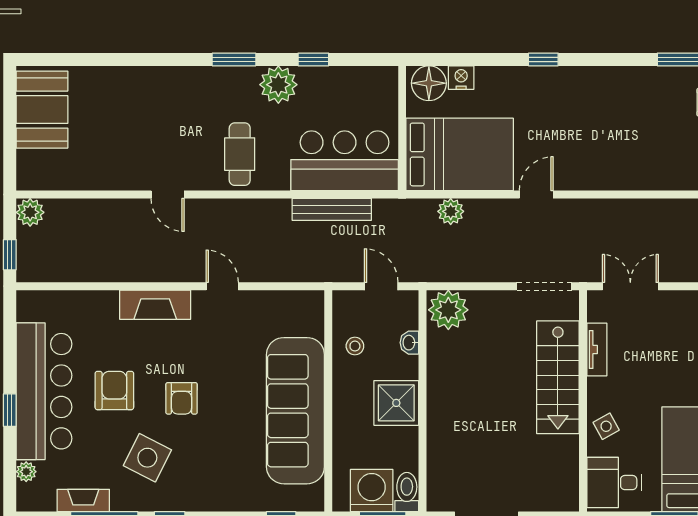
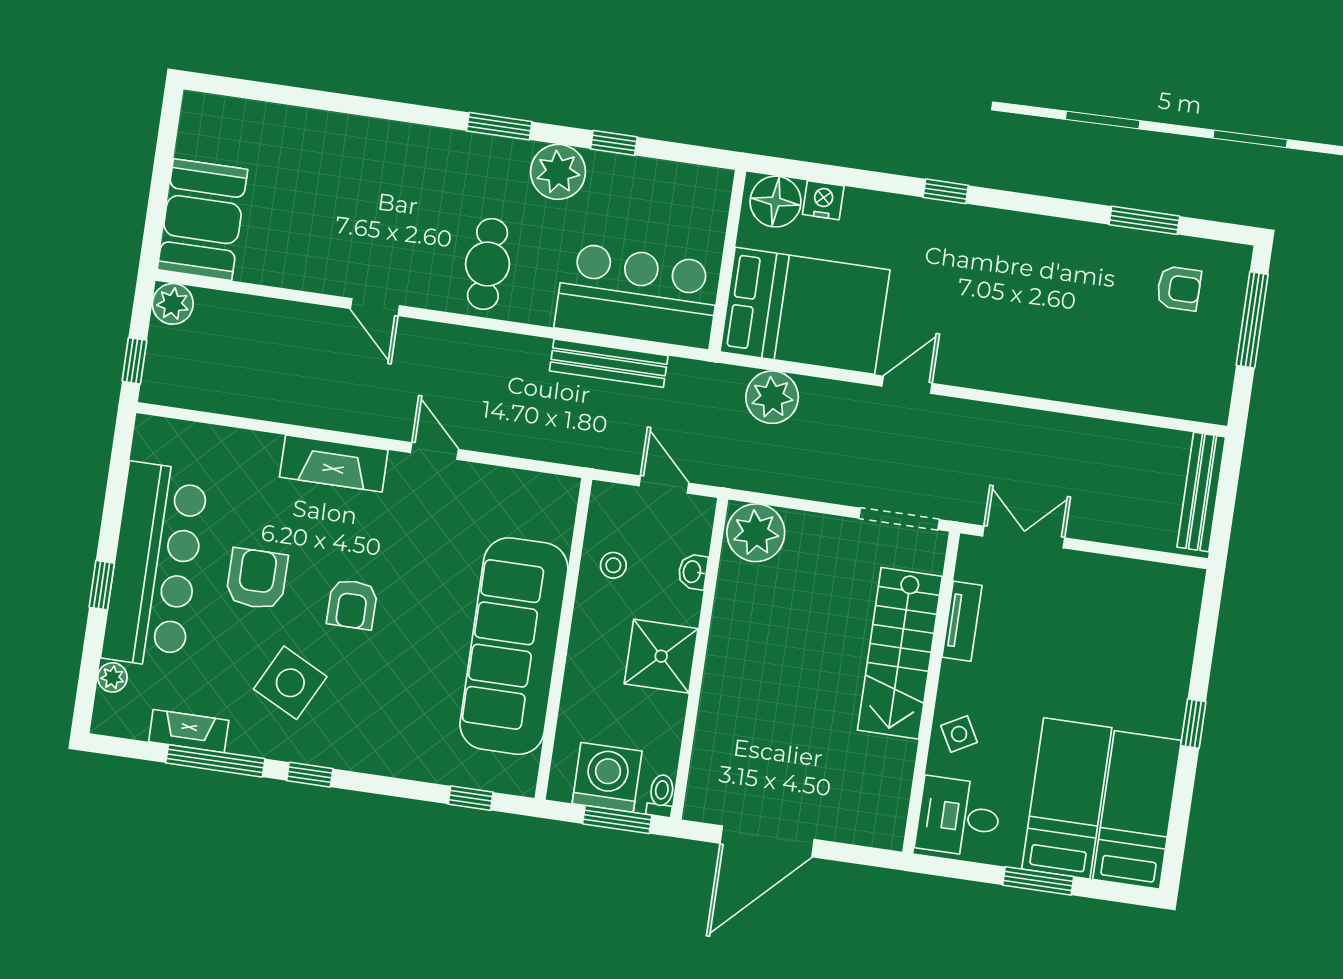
booth: (42, 110) -> (203, 220), moved
plant: (451, 211) -> (772, 397), width x1.36, depth x1.36
toilet: (407, 492) -> (661, 796), width x0.73, depth x0.72

